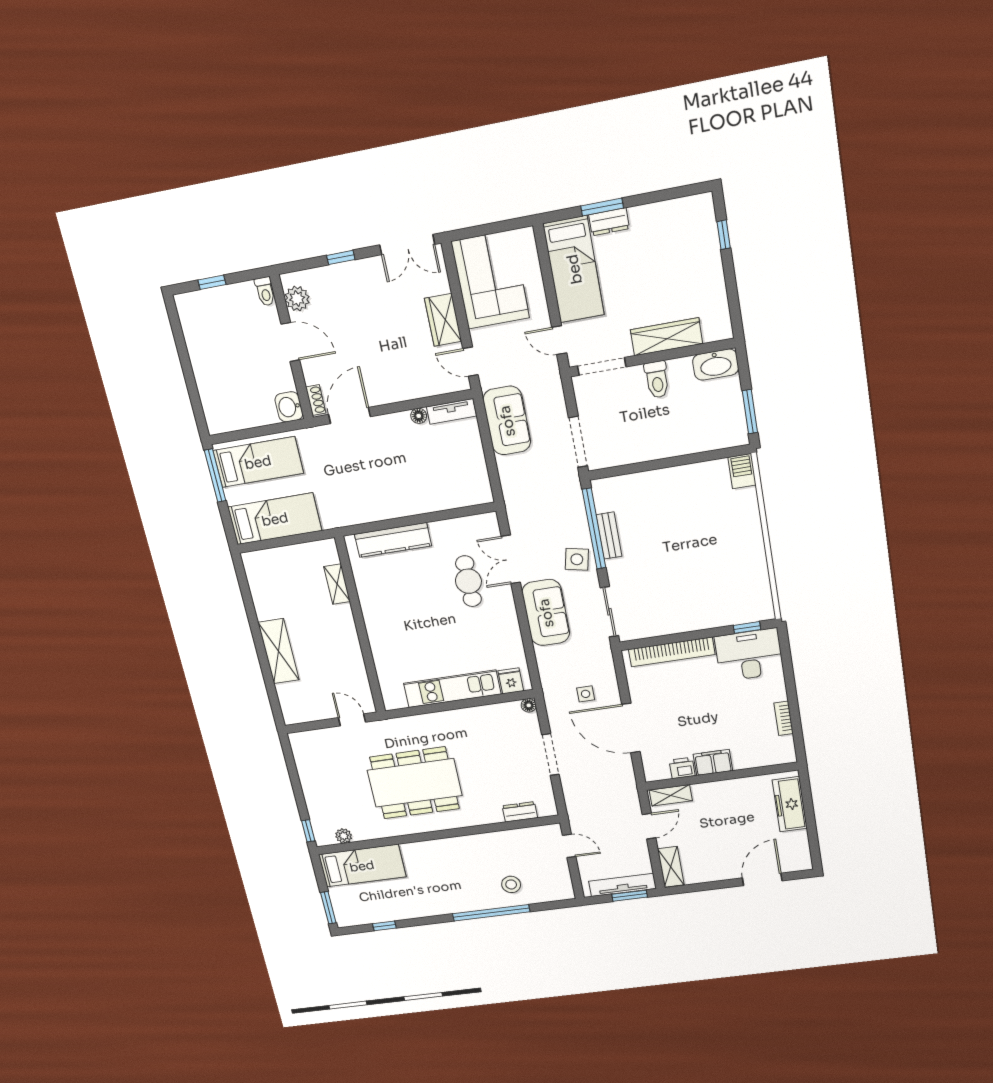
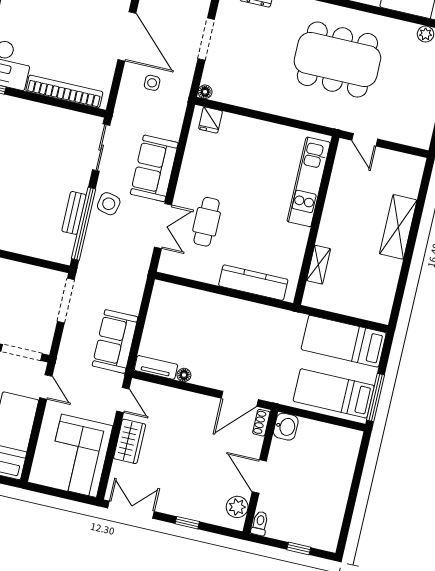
kitchen unit: (452, 689) -> (309, 182), moved, turned 90

